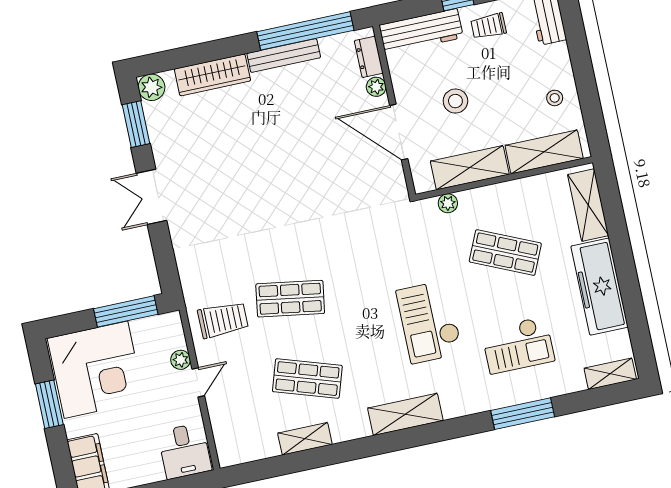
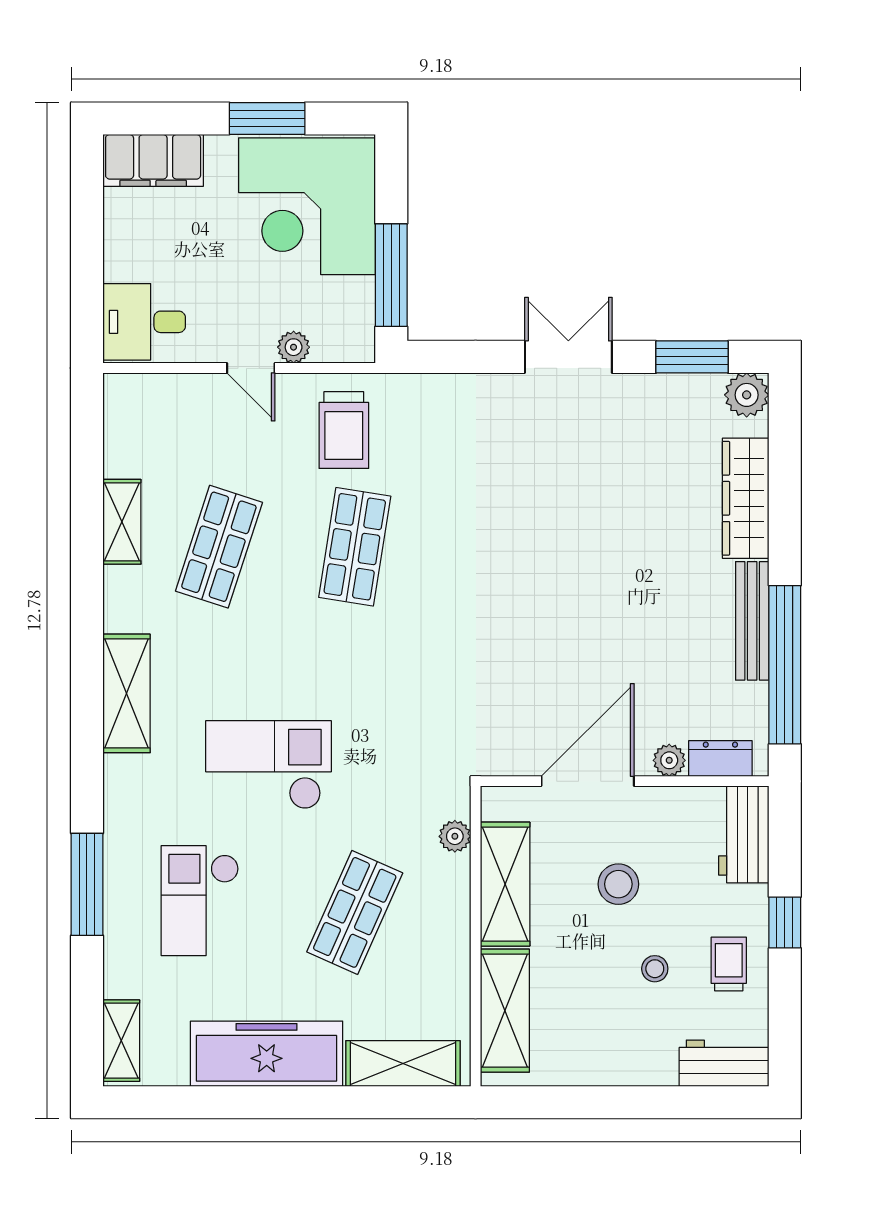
workbench: (421, 31) -> (744, 834), width x0.73
stool: (555, 98) -> (655, 969), moved

